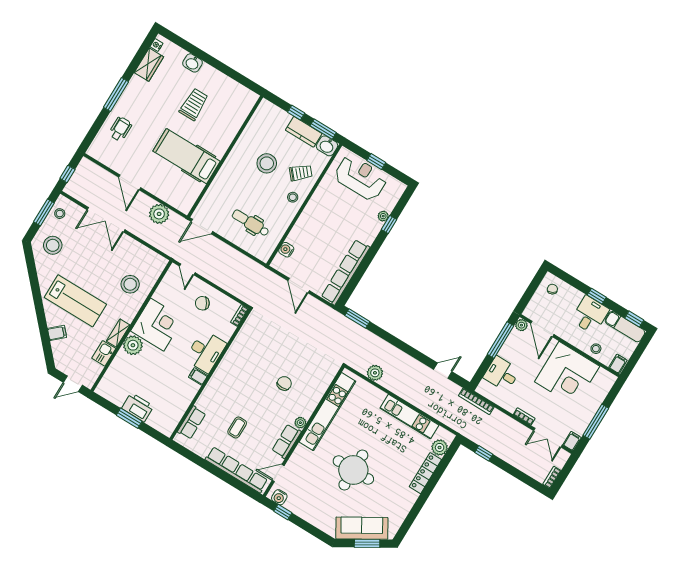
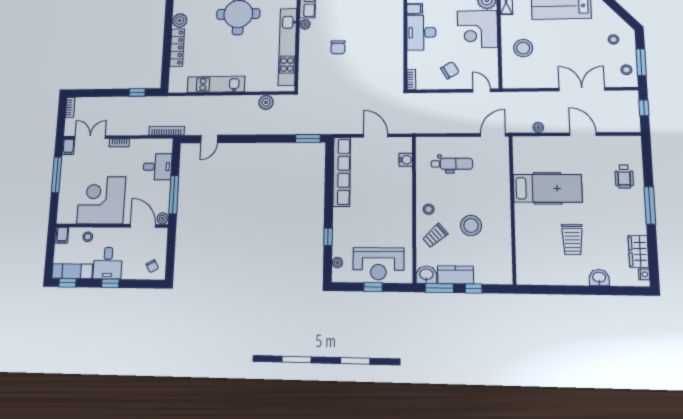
plant: (159, 214) -> (538, 127), width x0.53, depth x0.53
plant: (383, 216) -> (337, 263), moved
stool: (53, 245) -> (613, 39), width x0.53, depth x0.53
plant: (440, 447) -> (180, 21), moved

